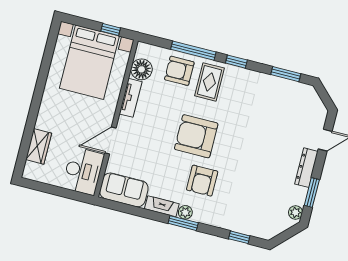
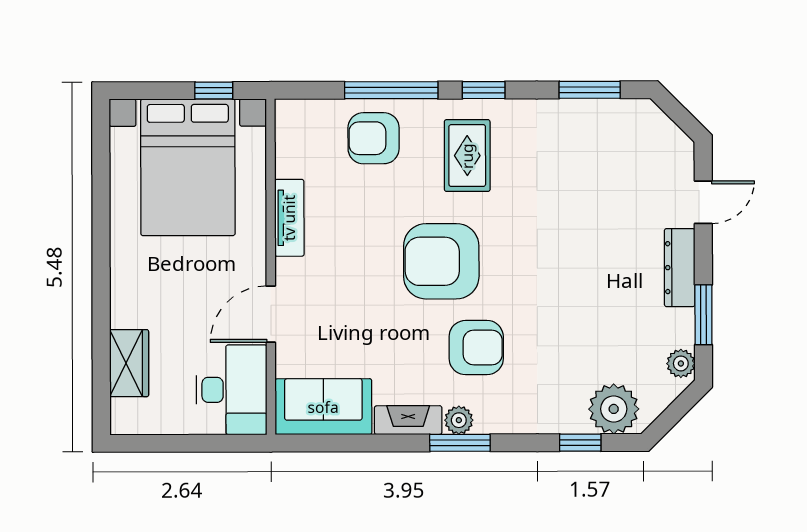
floor lamp: (141, 69) -> (296, 155), removed
rug: (209, 82) -> (467, 156), moved
armchair: (202, 181) -> (476, 348), turned -90
plant: (259, 226) -> (614, 409), added

